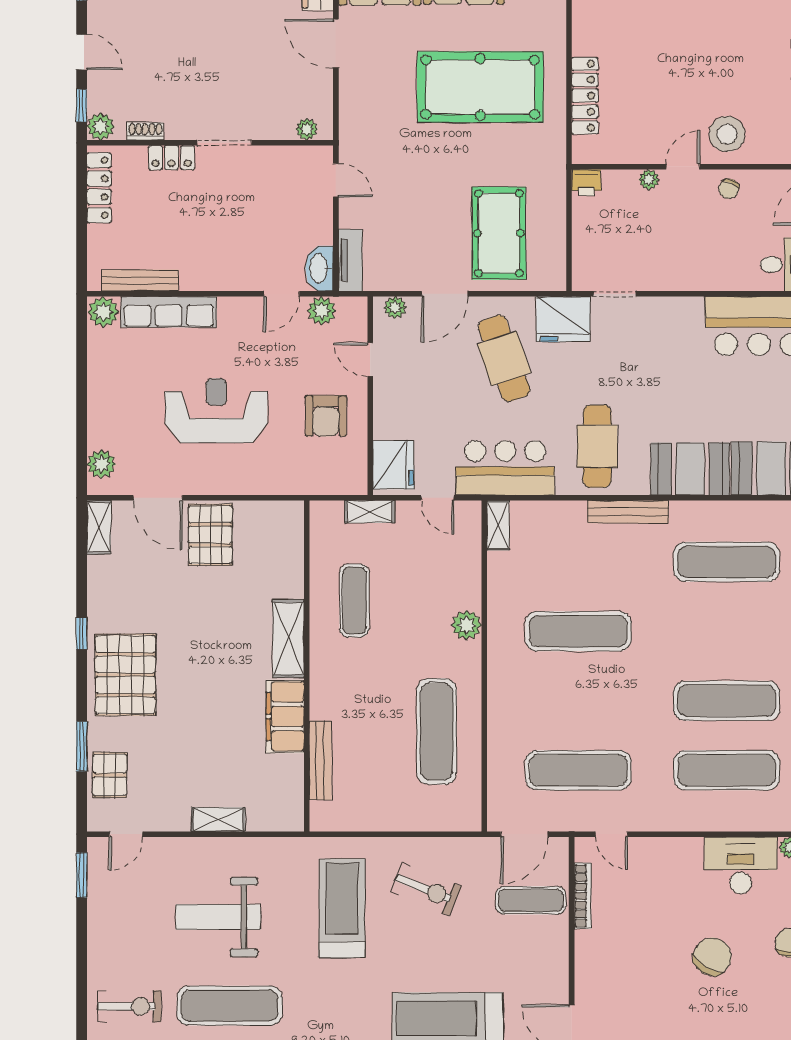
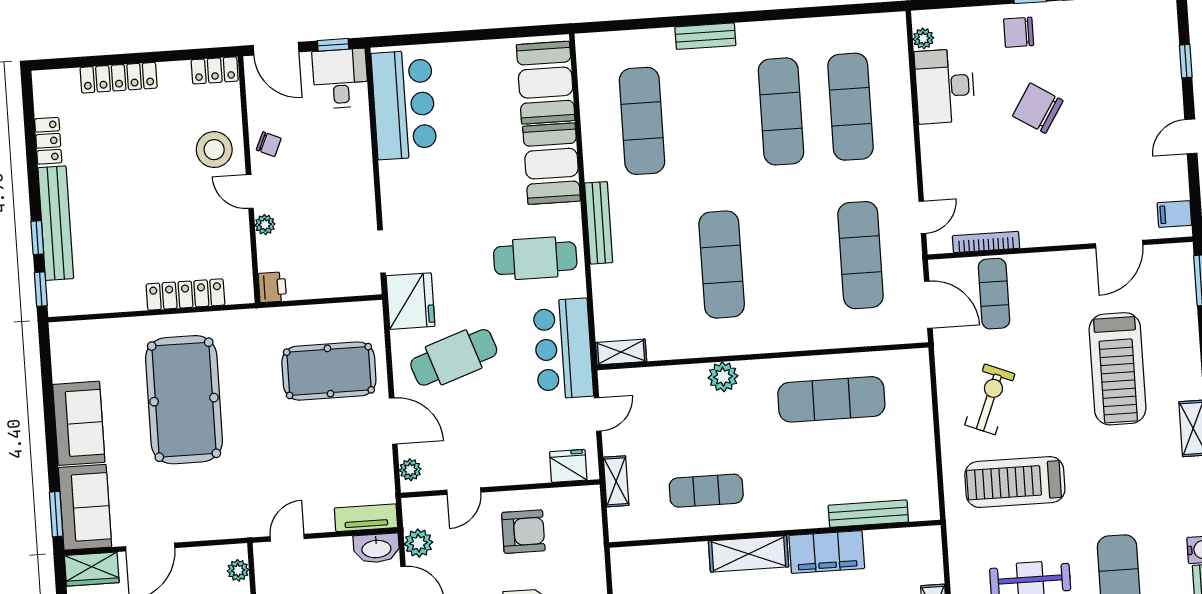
fridge: (393, 465) -> (568, 466), width x0.73, depth x0.75

